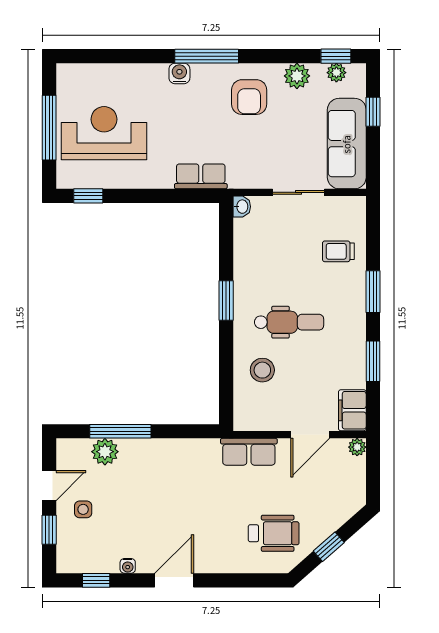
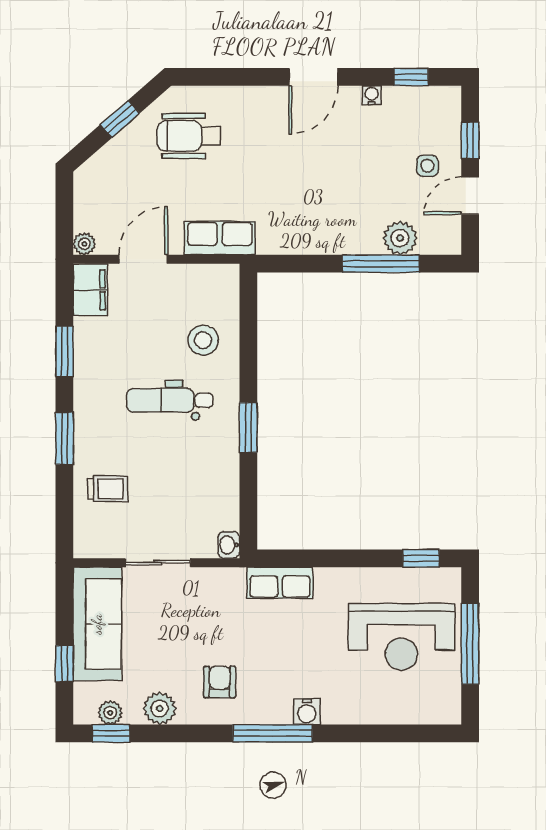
armchair: (249, 97) -> (220, 682), width x0.72, depth x0.72

